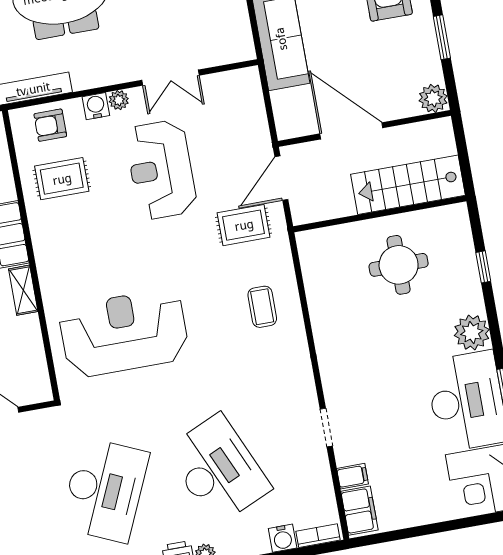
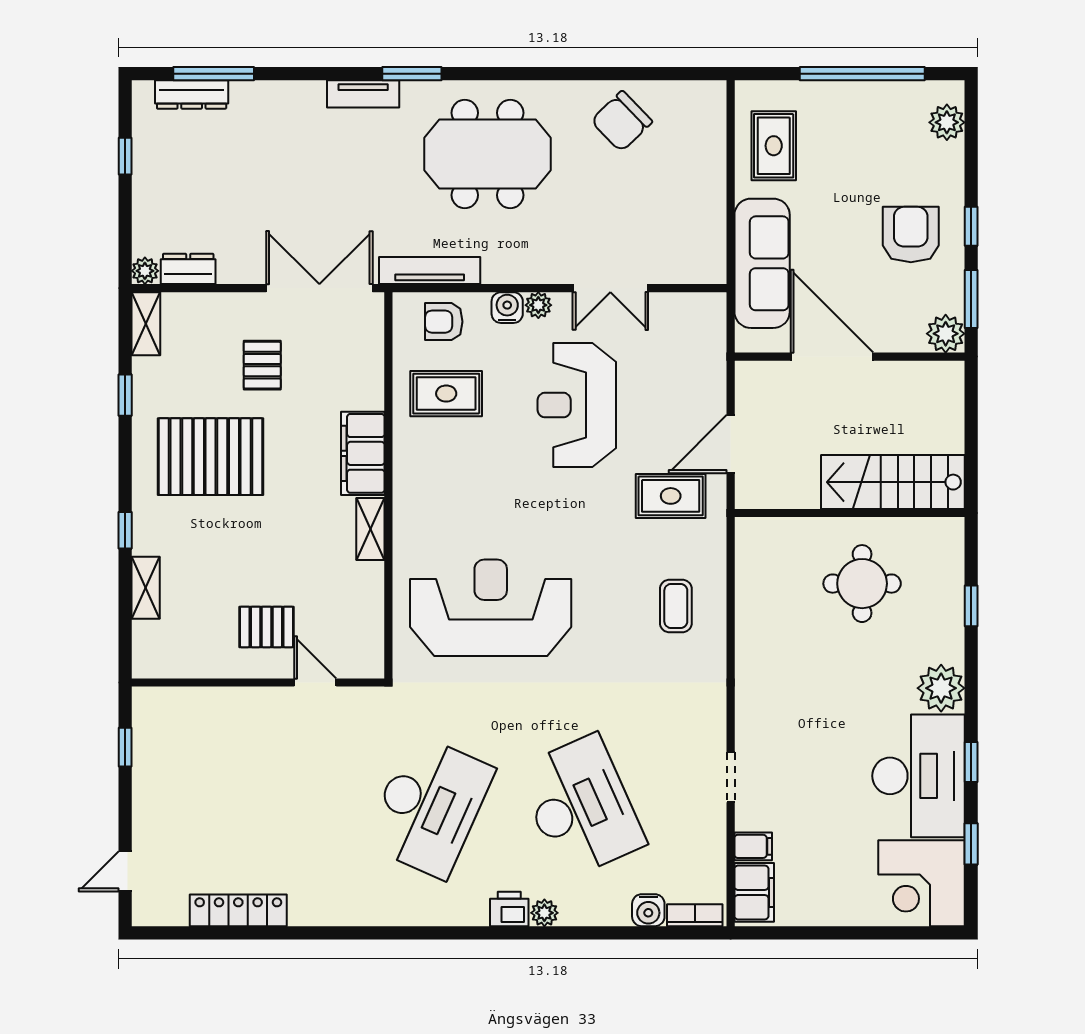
plant: (433, 98) -> (946, 334), moved
wall: (364, 128) -> (850, 357), moved
door: (351, 131) -> (832, 357), moved

